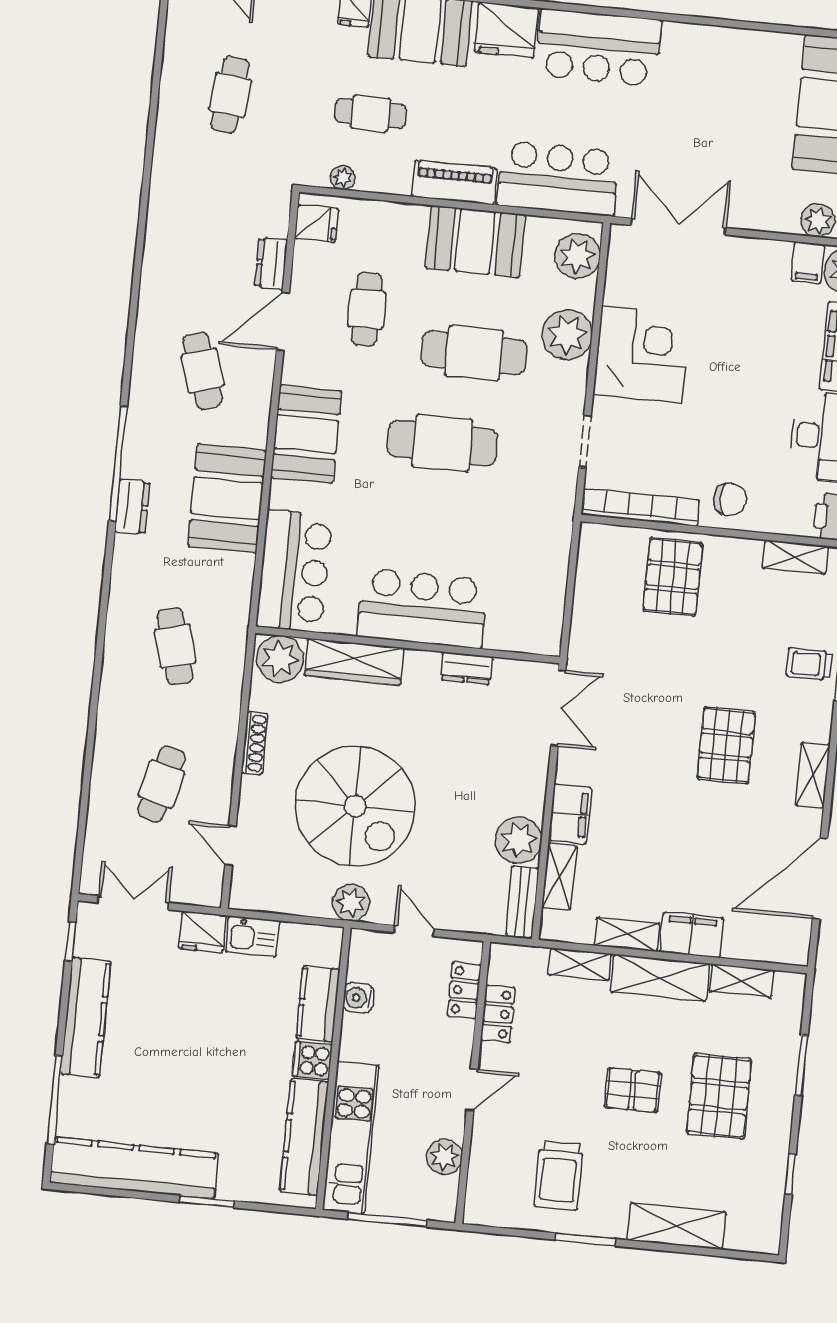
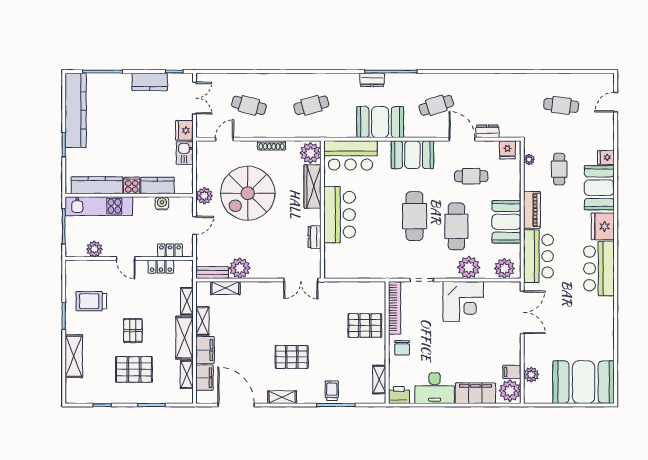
filing cabinet: (570, 814) -> (204, 378), moved, turned -90
kitchen counter: (86, 1018) -> (150, 82), width x0.67

